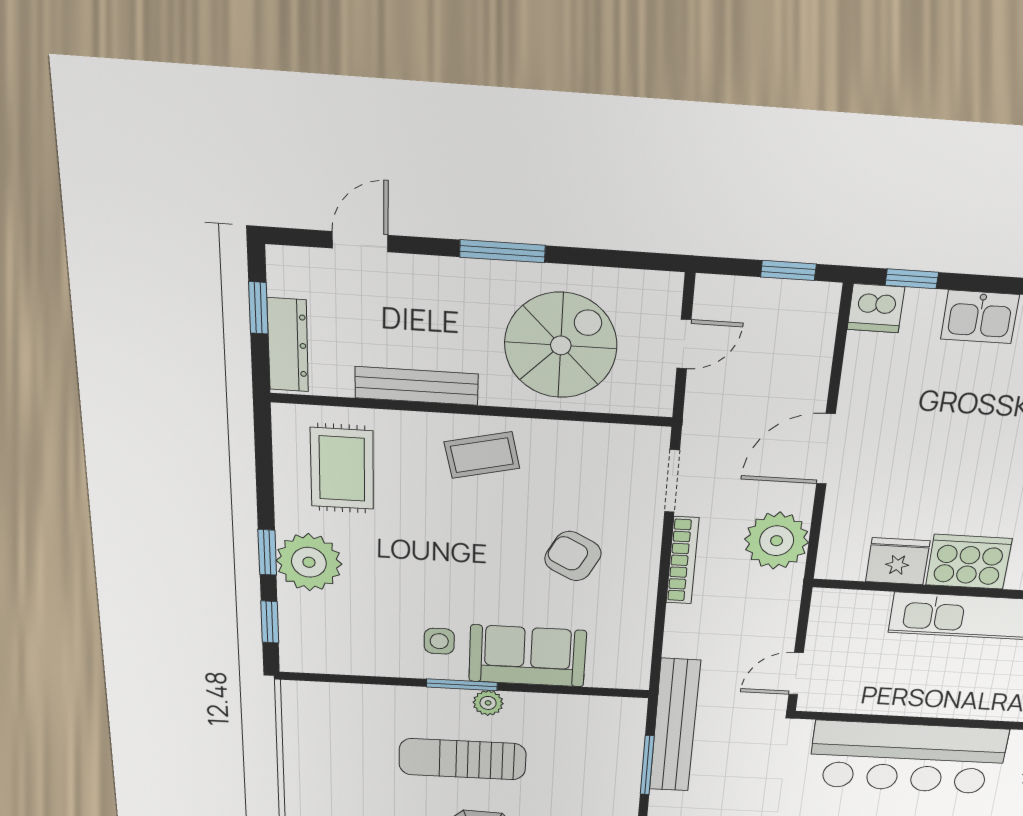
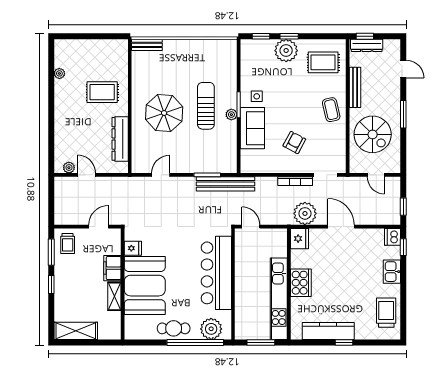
window: (258, 308) -> (365, 36), moved
fridge: (898, 561) -> (299, 239), moved

